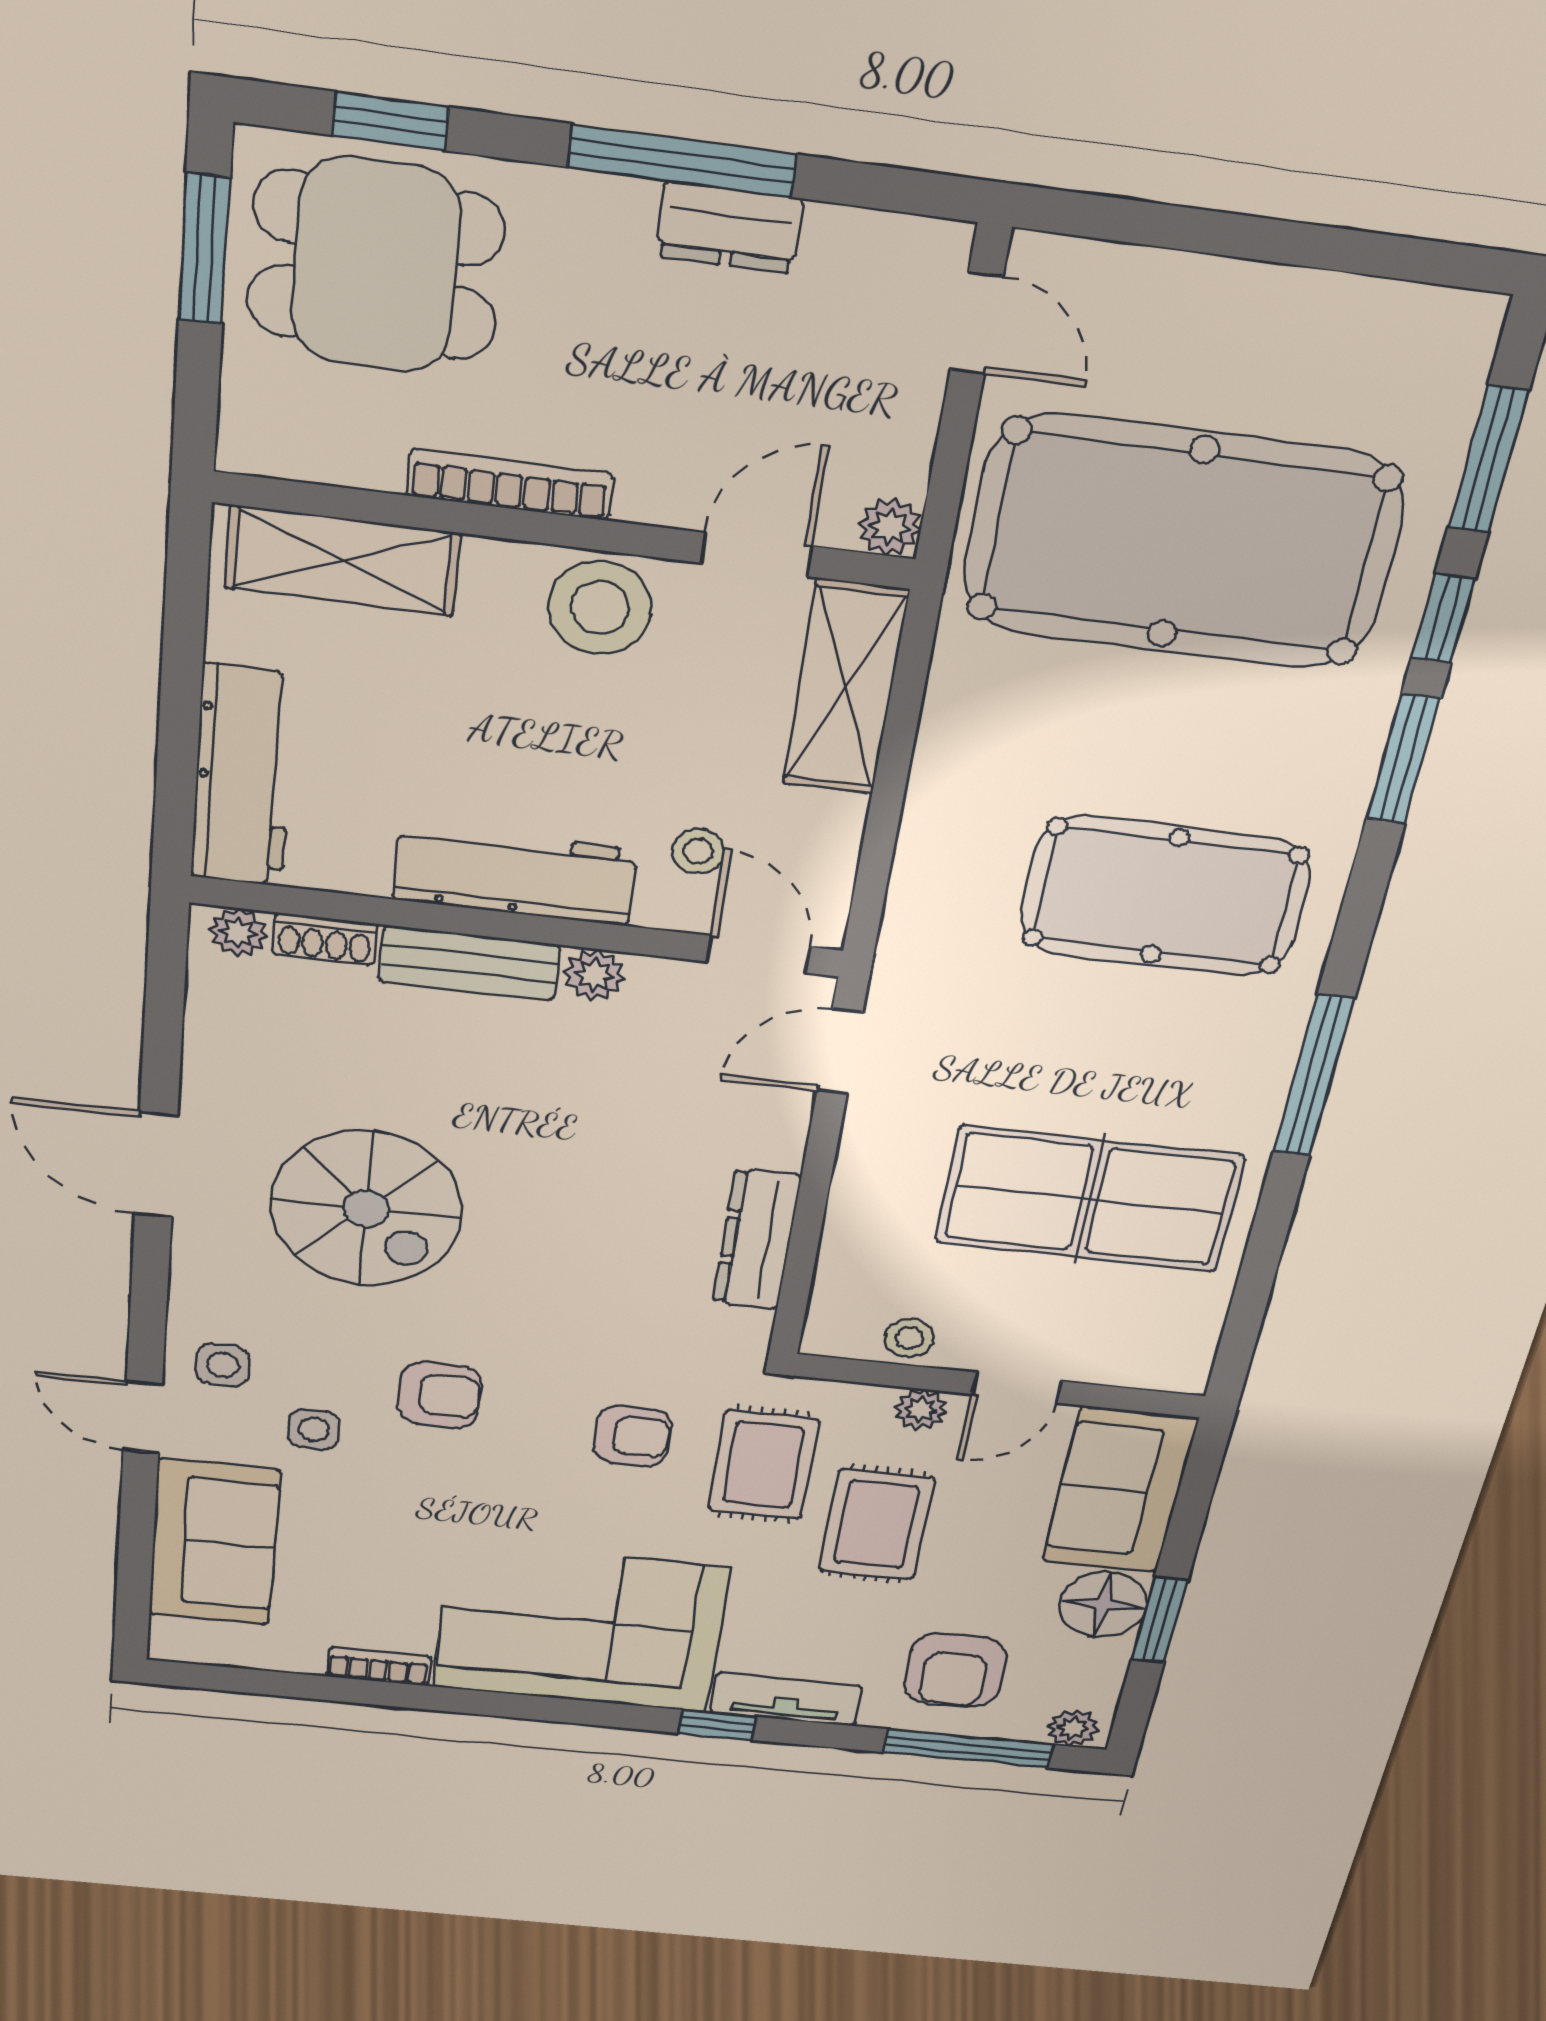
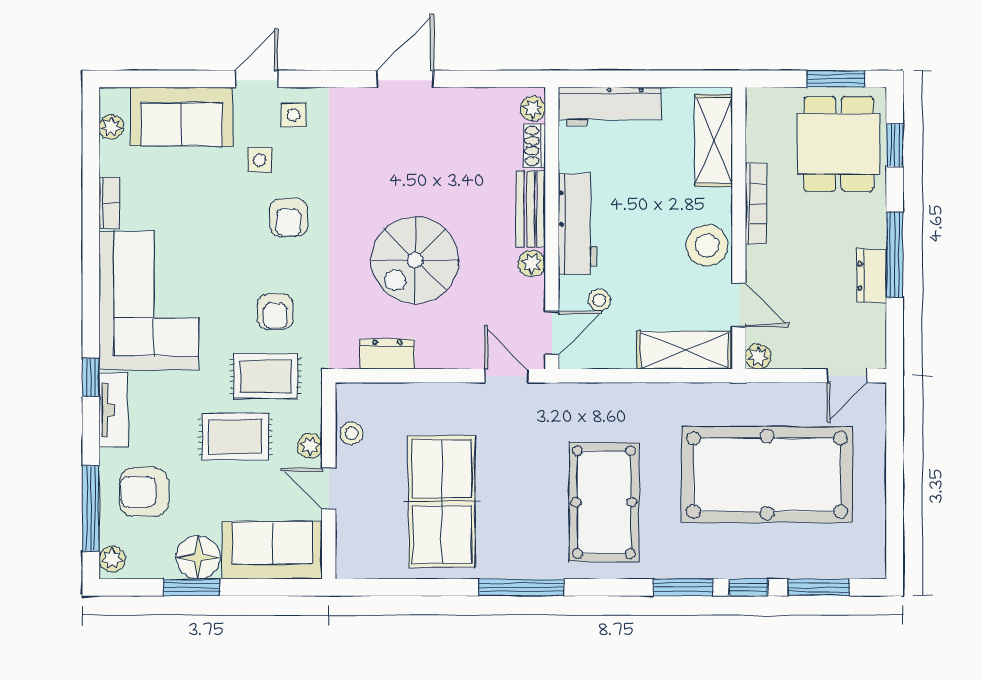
pool table: (1183, 543) -> (767, 475), turned 90
spiral stairs: (366, 1209) -> (415, 260), moved
dresser: (757, 1240) -> (387, 354), width x0.70
plant: (227, 1649) -> (111, 127), added

